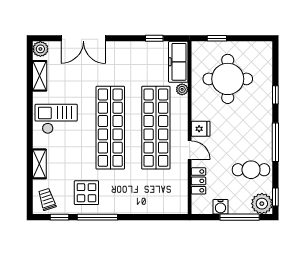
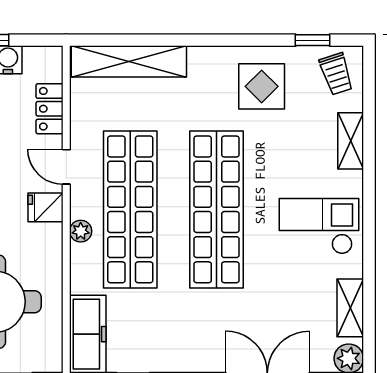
plant: (182, 89) -> (81, 231), moved
checkout: (56, 119) -> (319, 226), turned 180
shelving: (157, 206) -> (129, 61), added
window: (97, 217) -> (241, 40), removed

